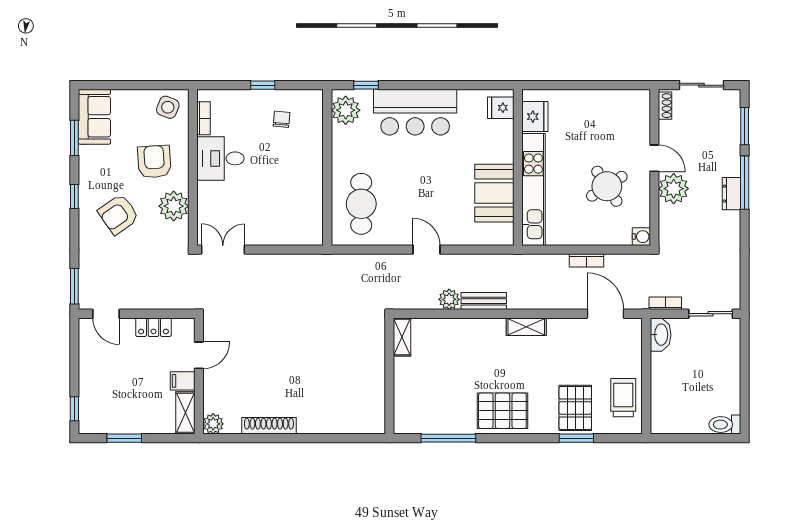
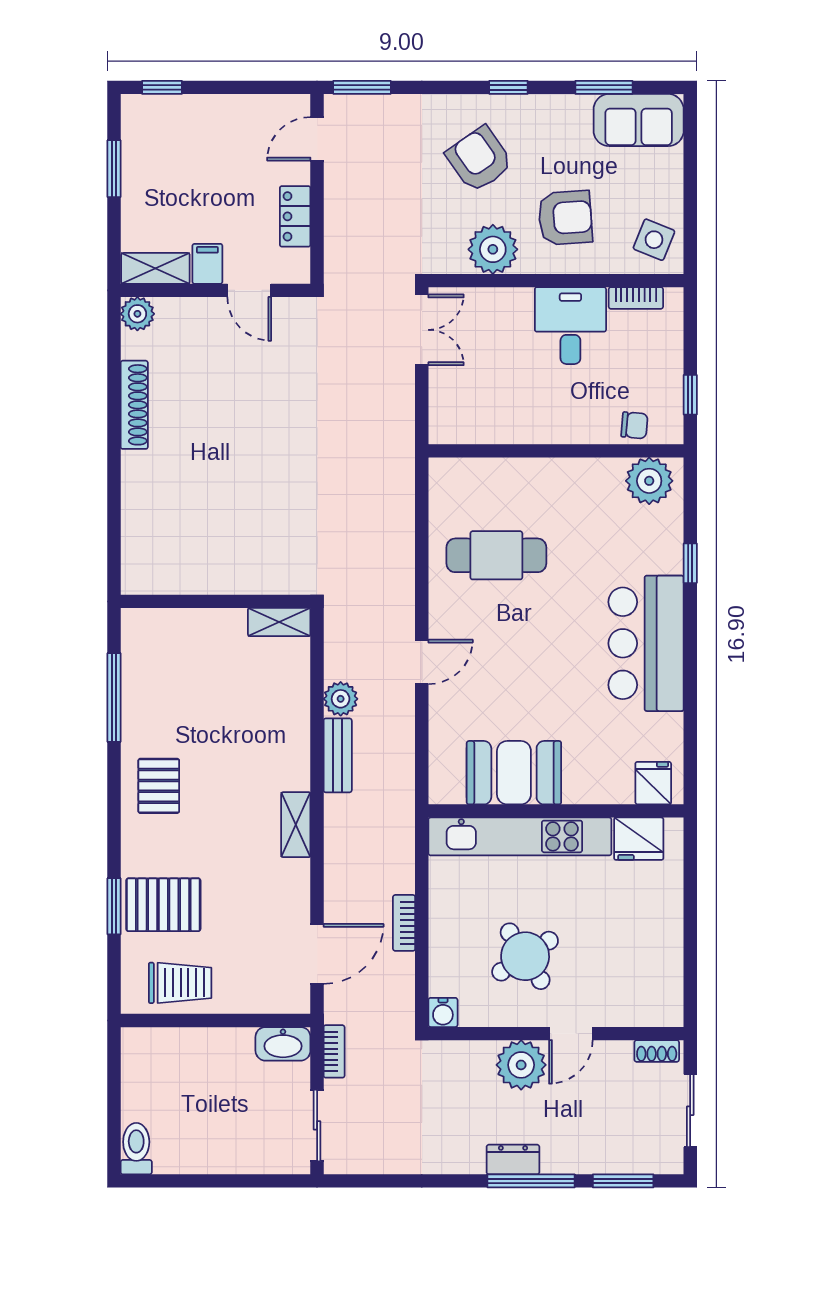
plant: (346, 110) -> (649, 481), moved
wall: (327, 167) -> (556, 451), moved
pallet: (502, 411) -> (159, 786), width x0.67, depth x0.71

